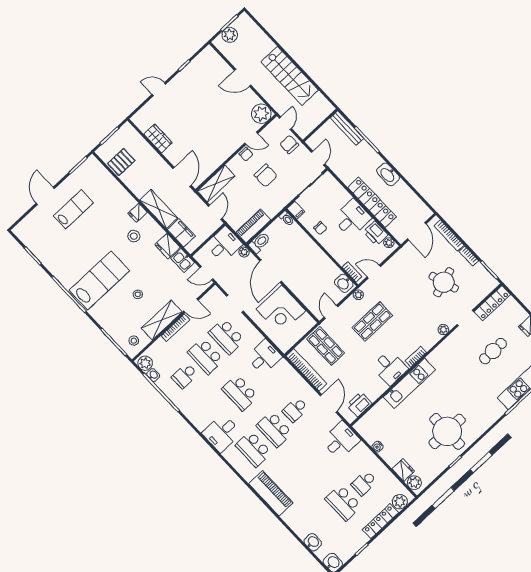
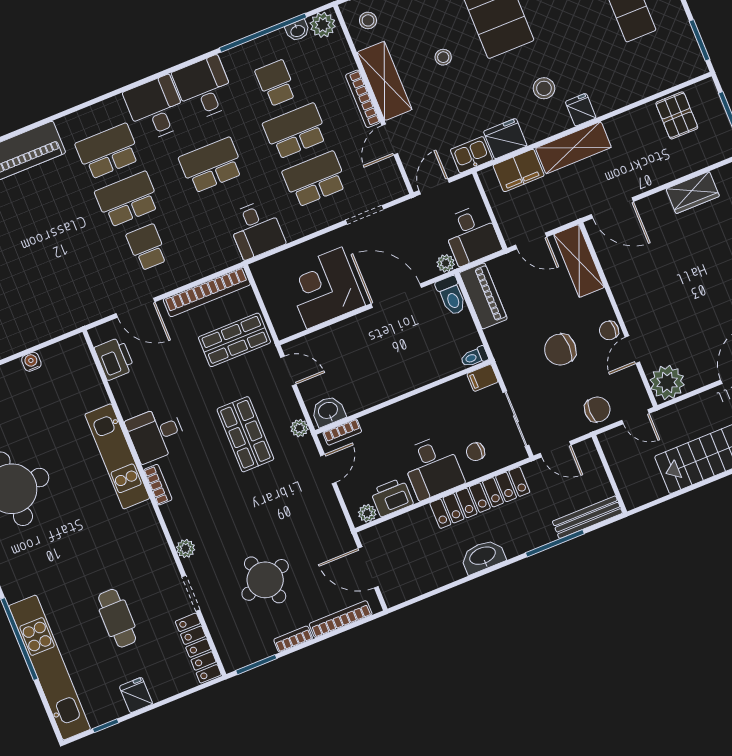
locker: (372, 202) -> (480, 498), moved
chair: (320, 228) -> (476, 452), moved
desk: (341, 440) -> (204, 88), moved, turned 180

